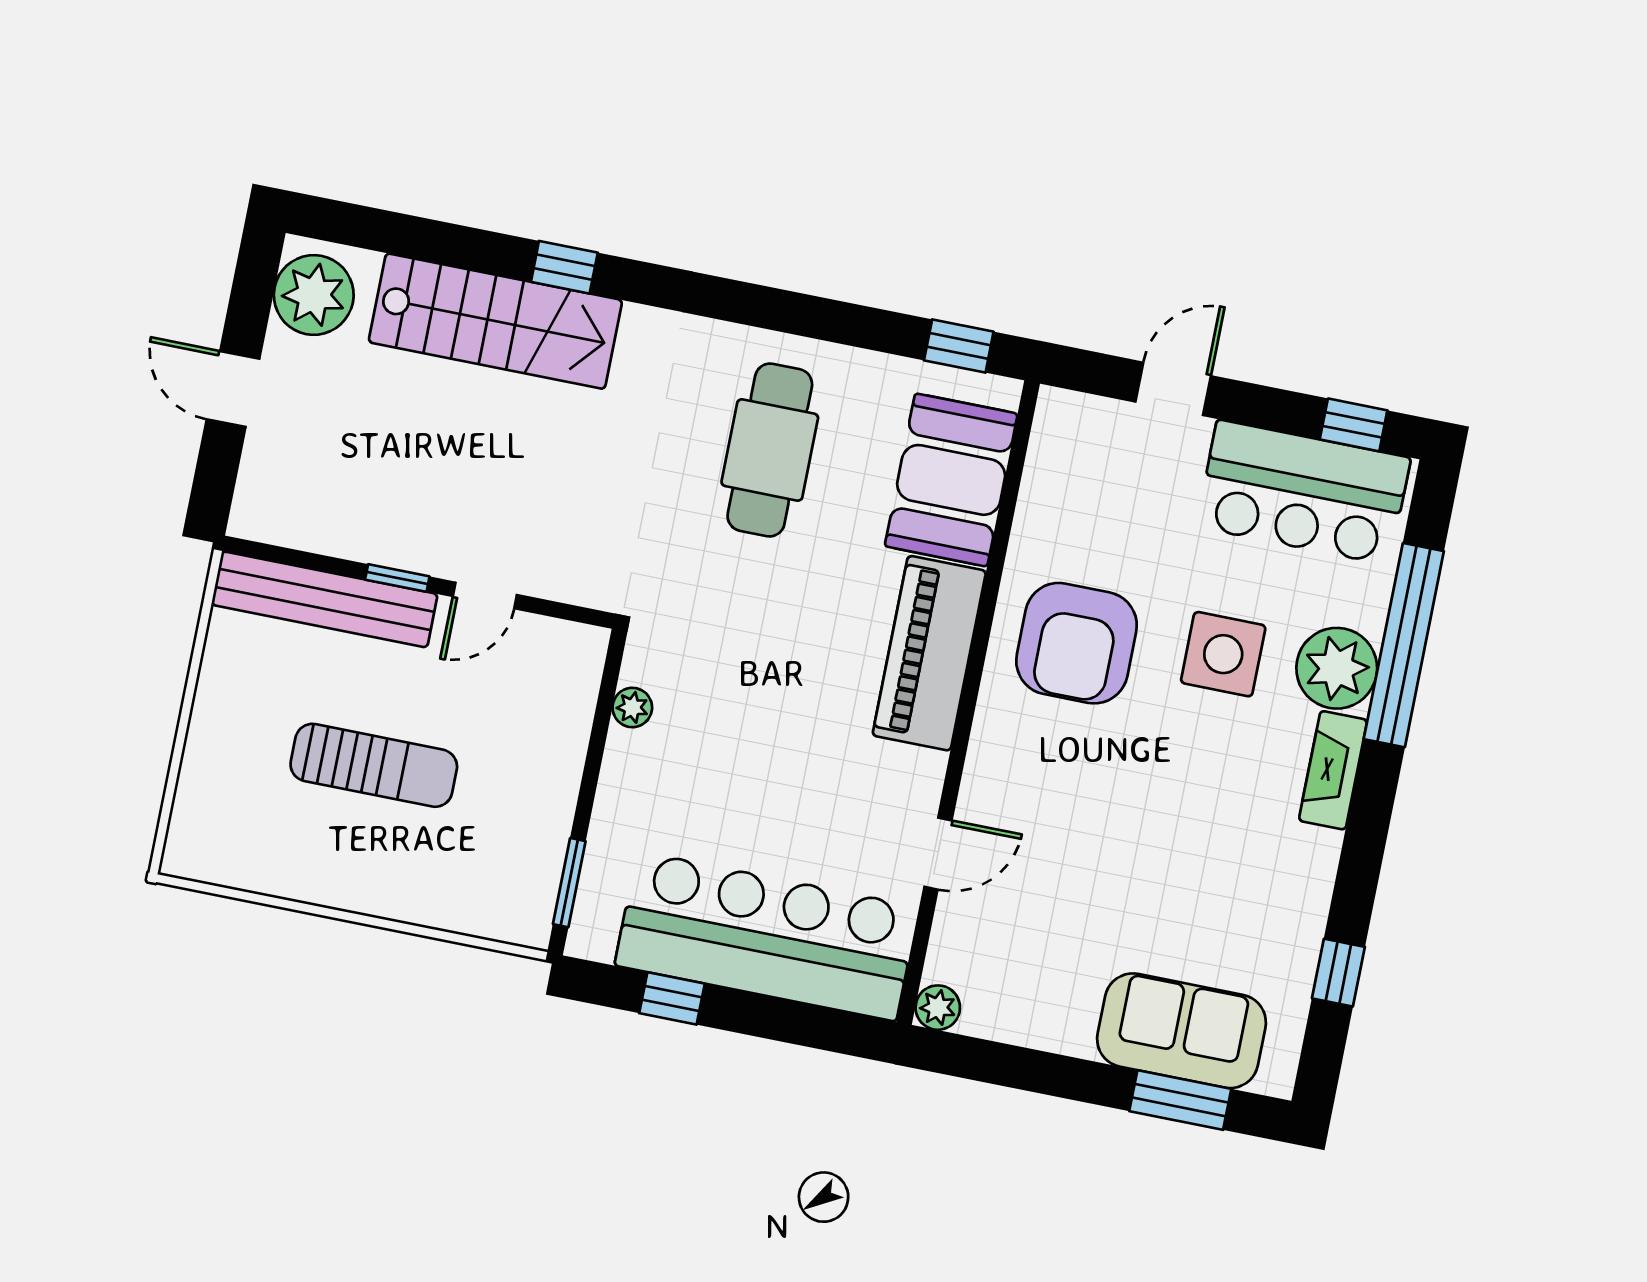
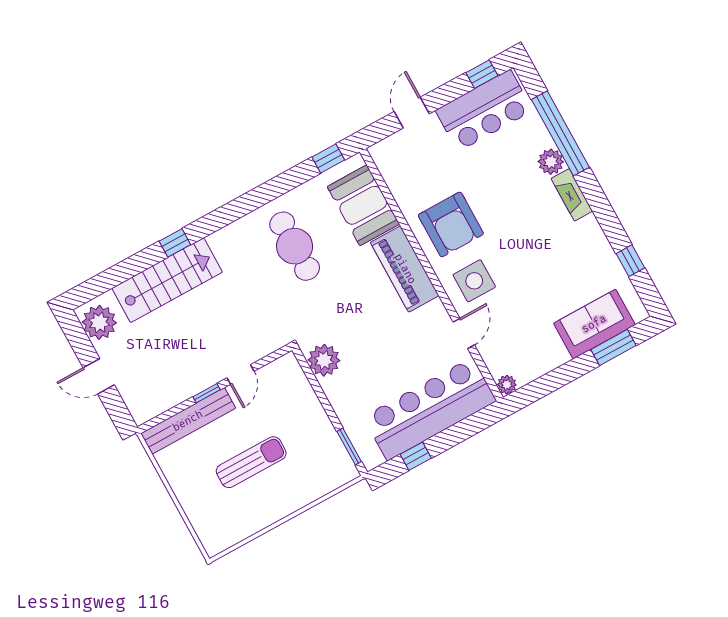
side table: (1223, 654) -> (474, 281), moved
plant: (1337, 668) -> (551, 162), width x0.73, depth x0.73
plant: (632, 708) -> (324, 360), width x1.88, depth x1.88

